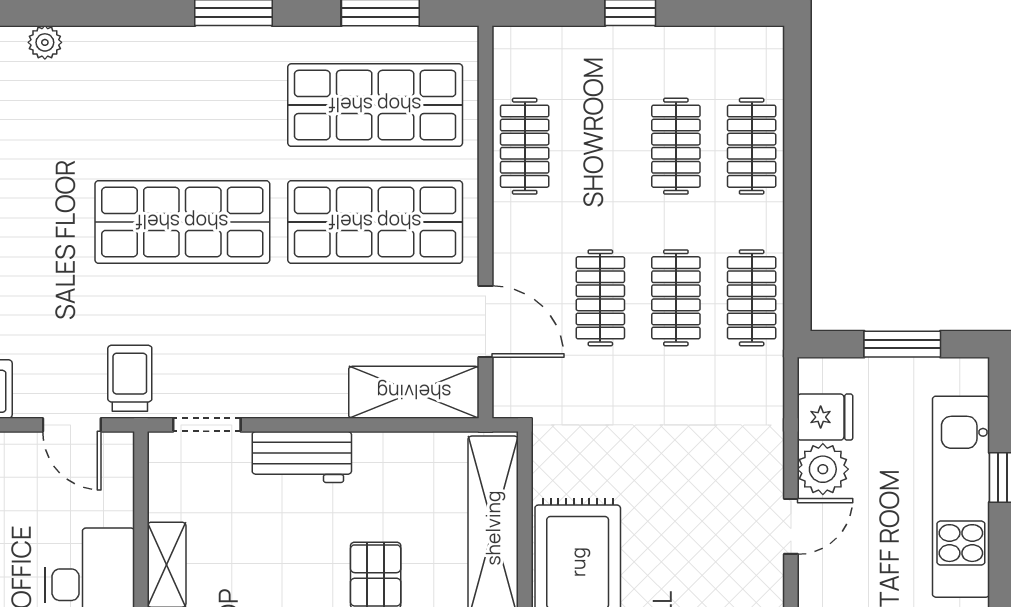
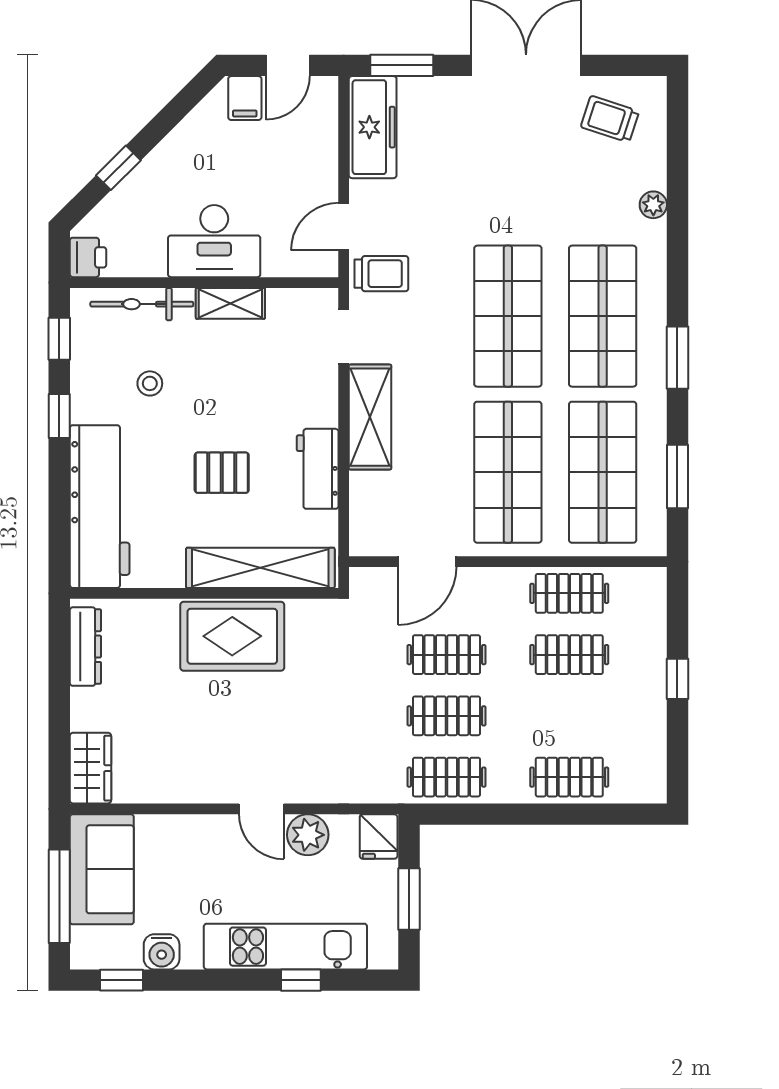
shop shelf: (182, 105) -> (603, 316), added
clothes rail: (676, 146) -> (569, 655), moved
shelving: (414, 392) -> (370, 417), moved
fridge: (825, 417) -> (379, 837), moved
workbench: (302, 457) -> (318, 469), moved

